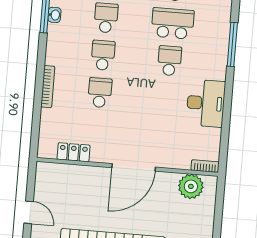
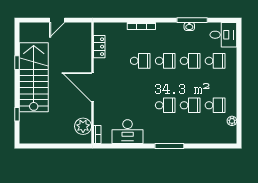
school desk: (173, 23) -> (190, 105), width x0.54
window: (232, 44) -> (169, 146), moved
desk: (206, 103) -> (128, 132), moved

